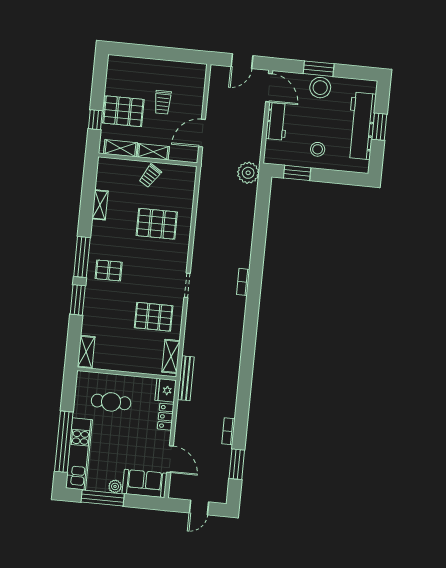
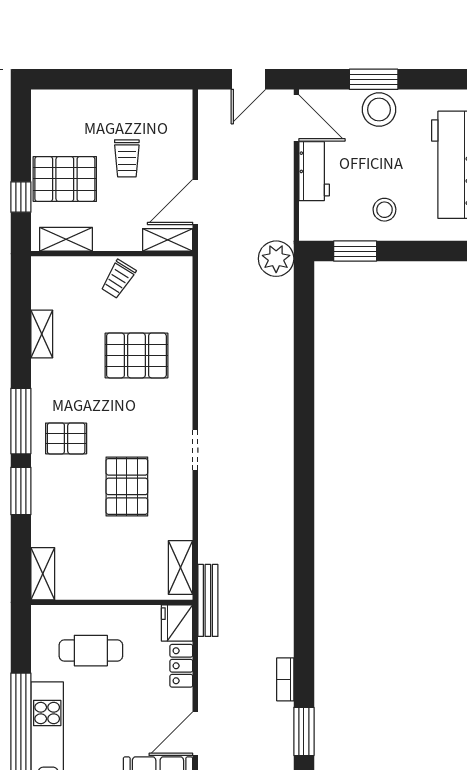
shelving: (153, 152) -> (168, 240), moved
bookcase: (243, 282) -> (285, 436), removed
pallet: (154, 317) -> (127, 486), moved, turned 90
door: (170, 459) -> (195, 734), swing flipped

